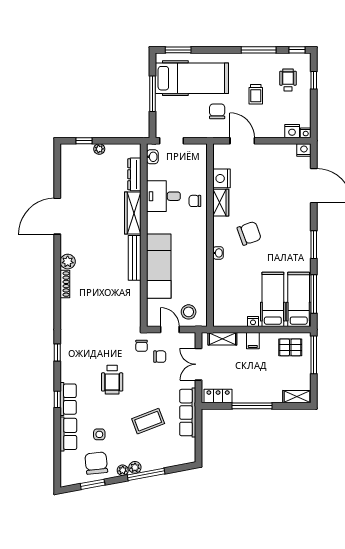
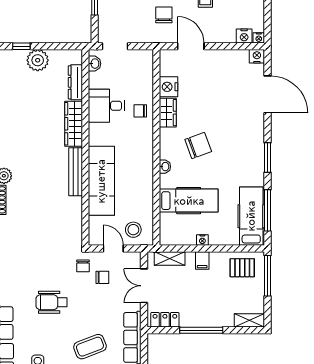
plant: (99, 149) -> (38, 60), width x1.88, depth x1.88
hospital bed: (273, 299) -> (189, 201), moved, turned 90
wheelchair: (112, 380) -> (52, 302), turned 90

